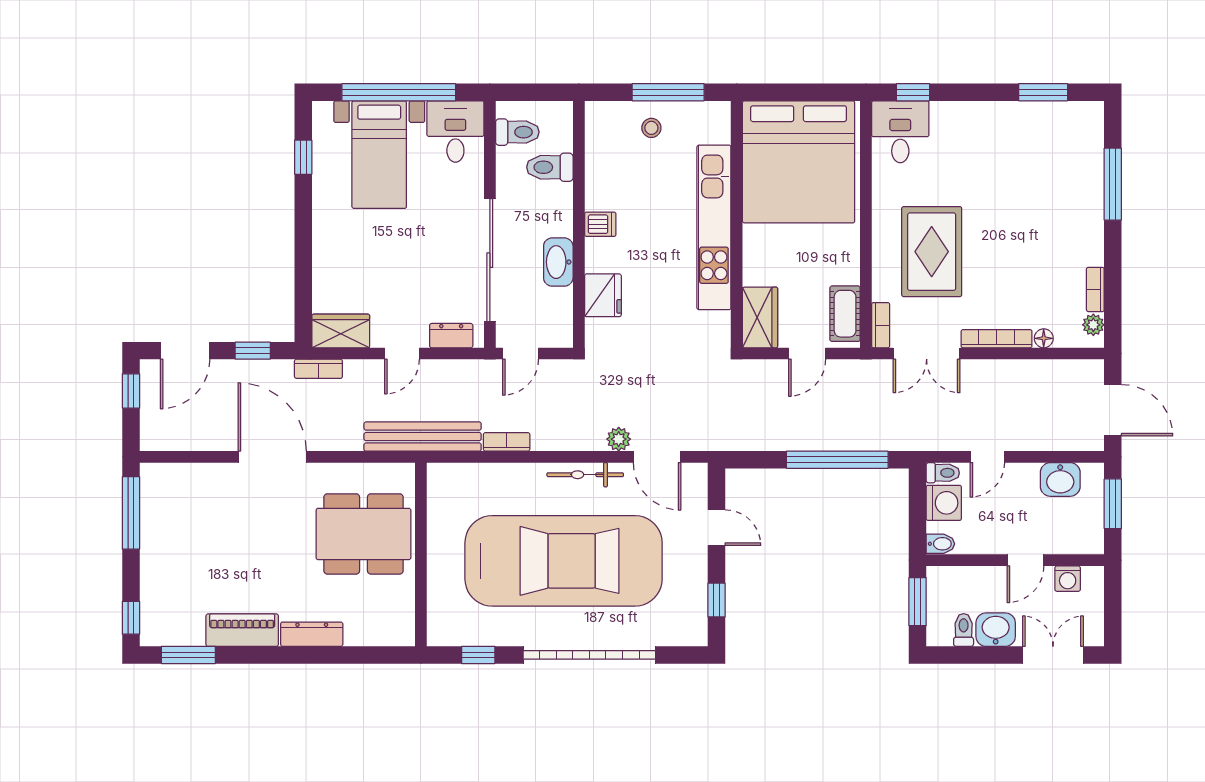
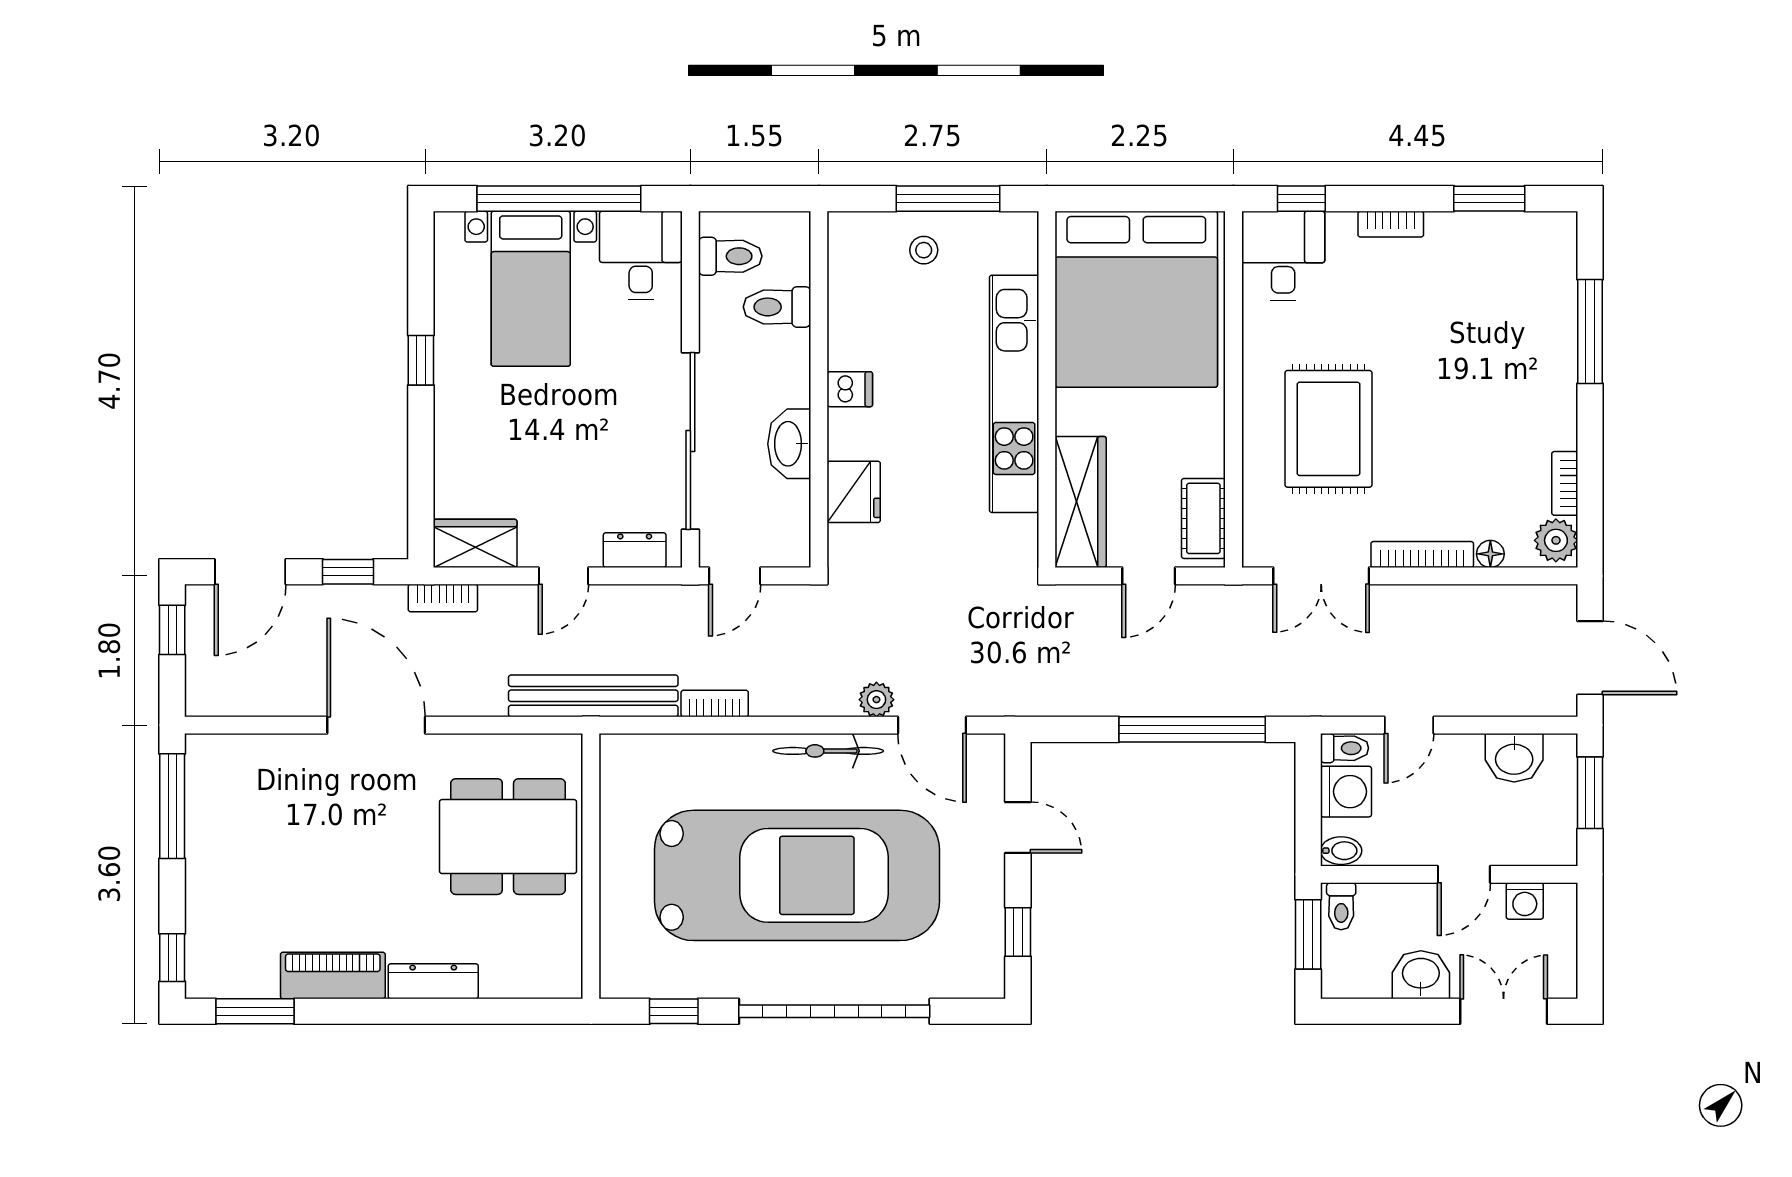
window: (303, 157) -> (421, 360), moved
wardrobe: (760, 317) -> (1081, 502), width x1.50
bookcase: (881, 325) -> (1391, 224), moved, turned 90
plant: (1093, 325) -> (1556, 540), width x1.38, depth x1.38
toilet: (964, 630) -> (1341, 906), moved, turned 180

